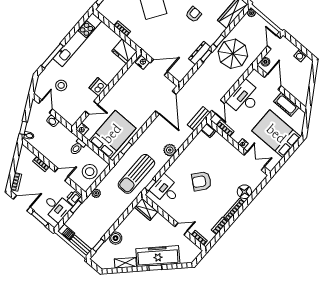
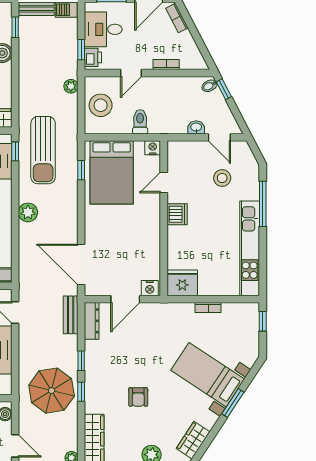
dresser: (200, 53) -> (92, 321), moved
bench: (199, 119) -> (71, 315), moved
sun lounger: (136, 174) -> (43, 150), turned 180

